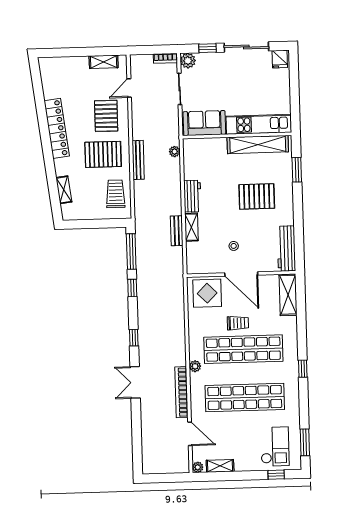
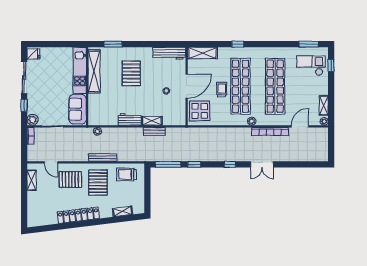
window: (303, 369) -> (238, 44), moved

